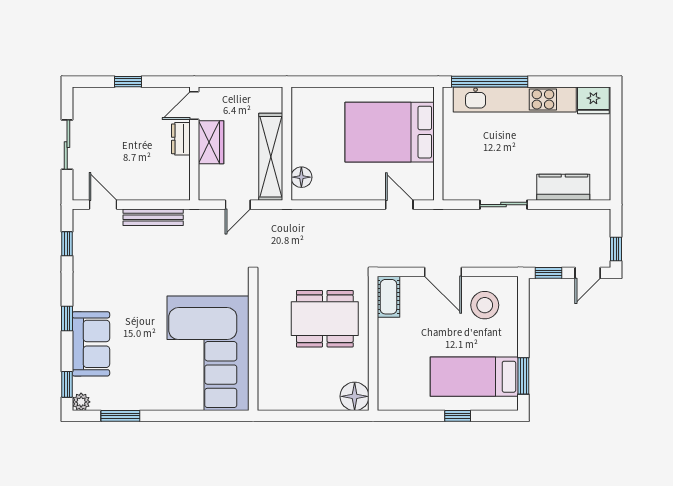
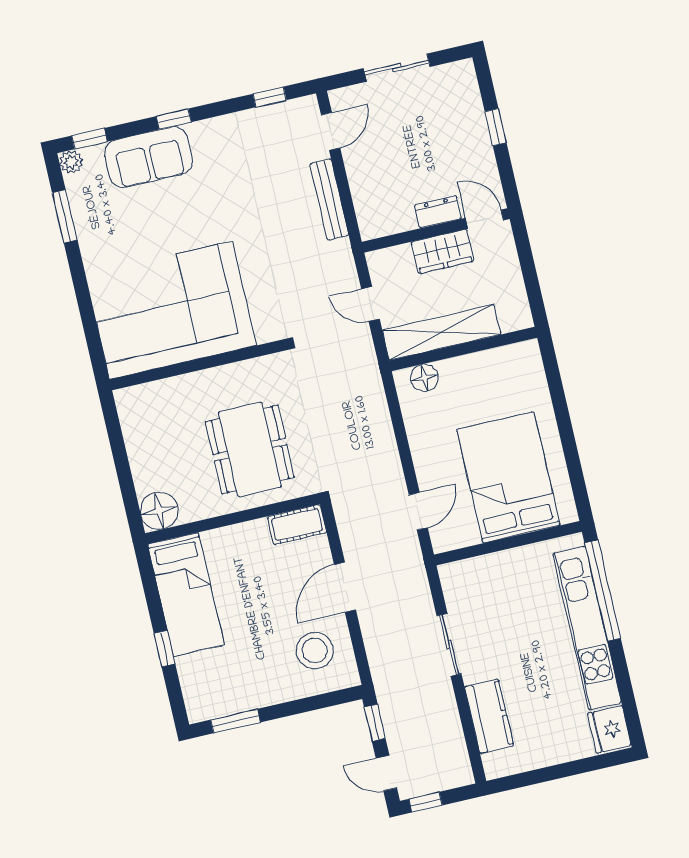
bed: (474, 377) -> (186, 595), moved, turned 180

